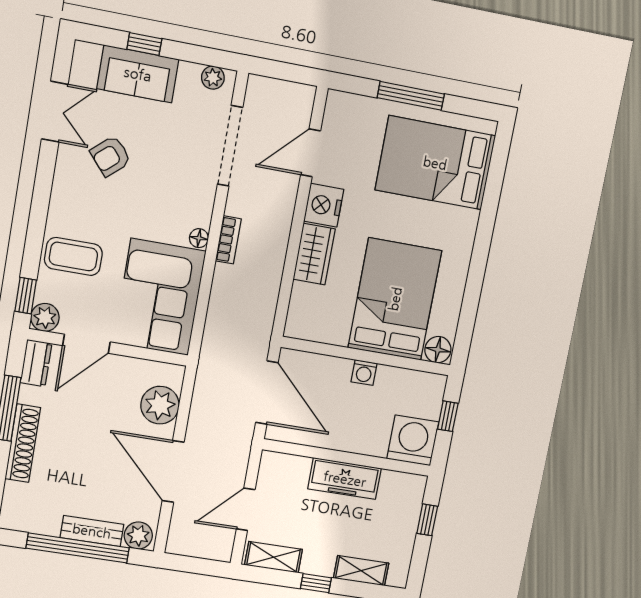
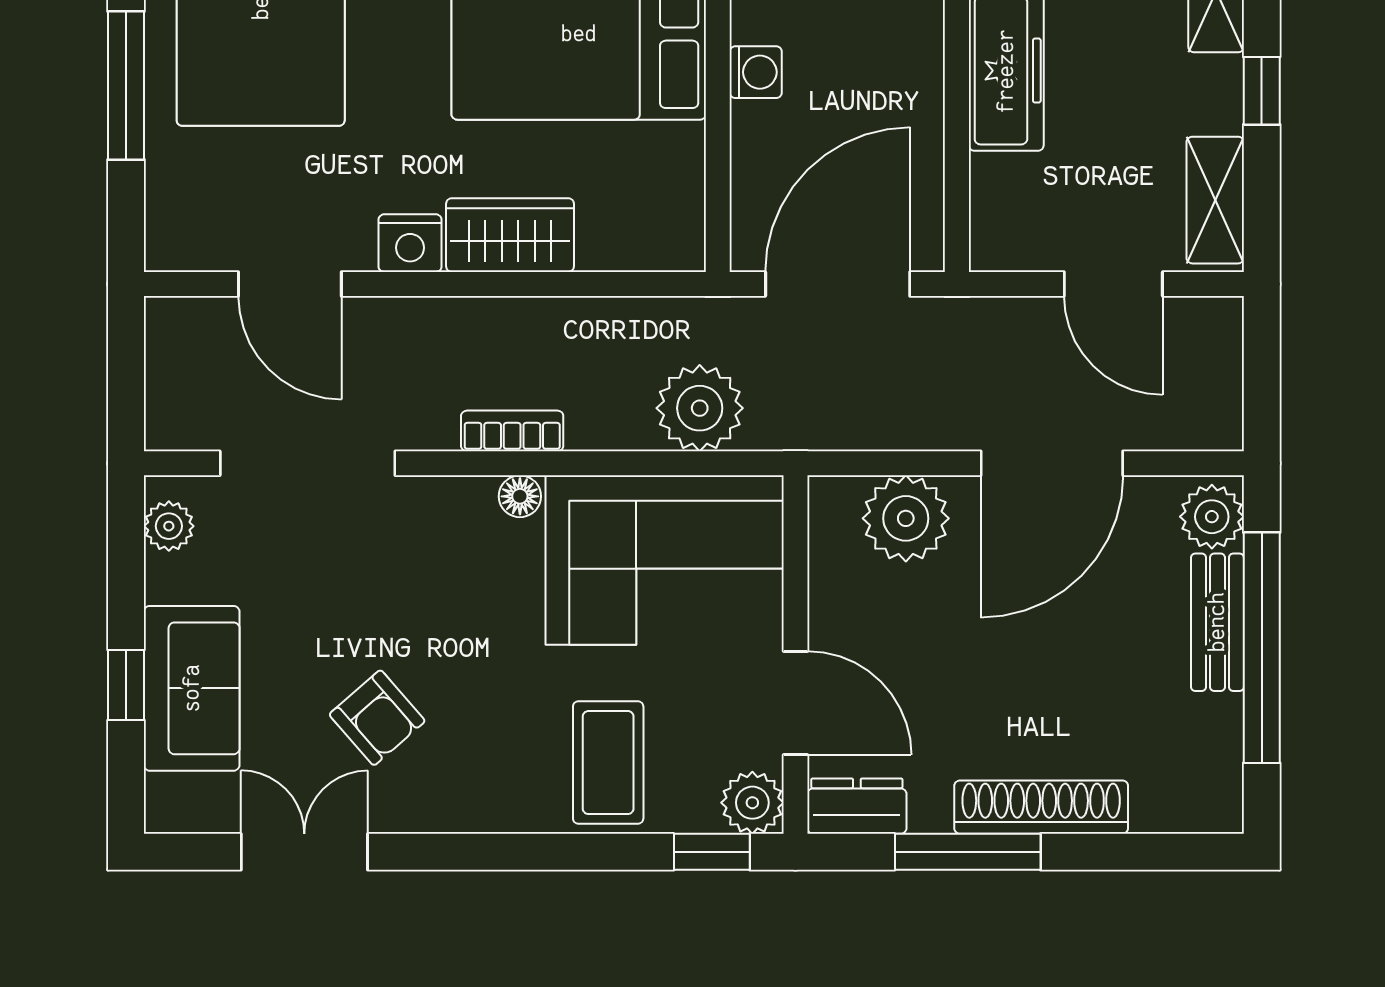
nightstand: (324, 205) -> (410, 243), width x0.74, depth x0.75
plant: (224, 324) -> (700, 408), added

